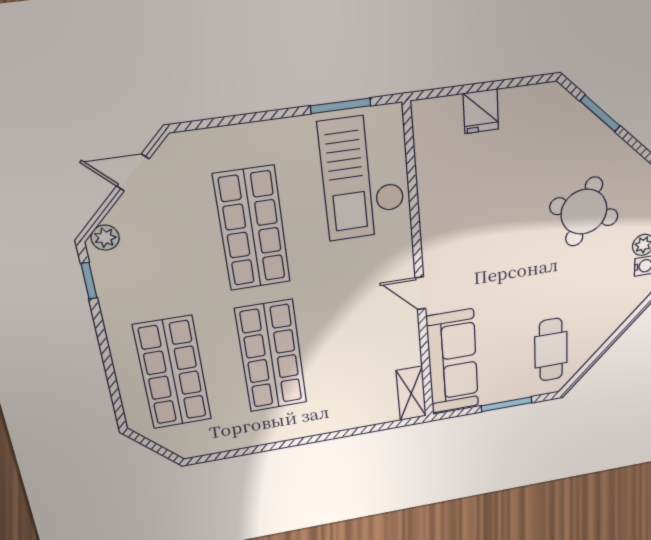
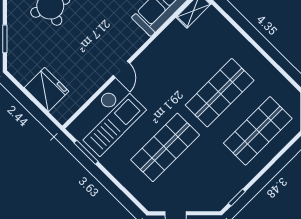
fridge: (481, 111) -> (47, 89), width x1.88, depth x1.34
plant: (105, 238) -> (212, 204), removed
door: (420, 293) -> (121, 69), moved

